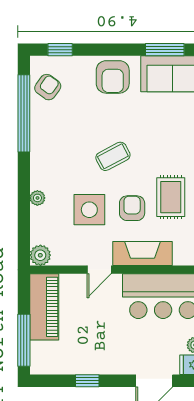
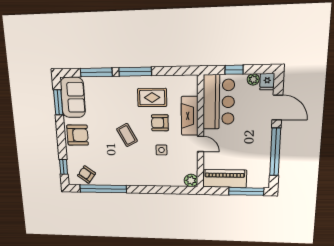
plant: (37, 198) -> (155, 182), removed
side table: (89, 210) -> (161, 150), width x0.54, depth x0.54
window: (87, 381) -> (275, 152), width x3.17

